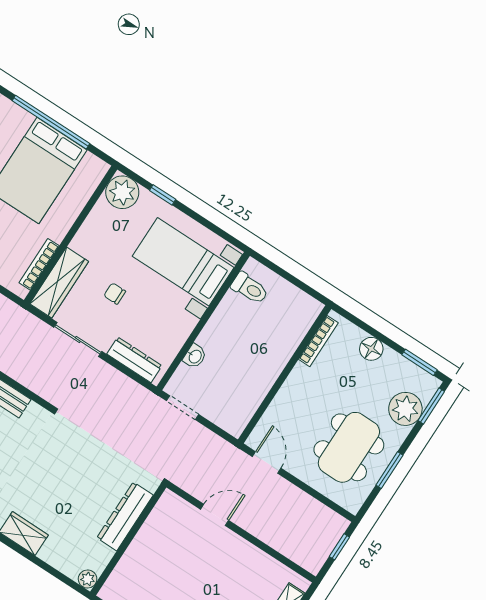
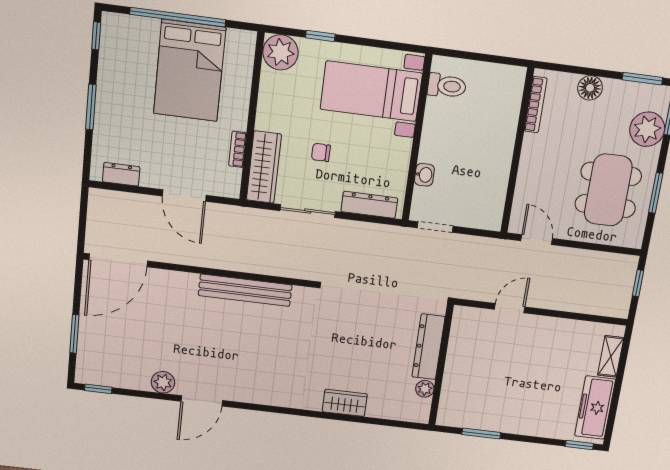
bookcase: (39, 264) -> (238, 149), width x0.64
plant: (88, 579) -> (425, 389), moved

